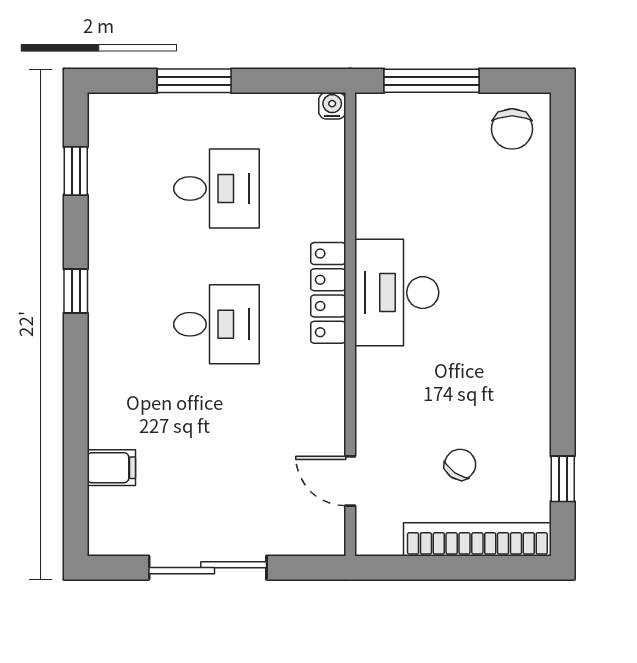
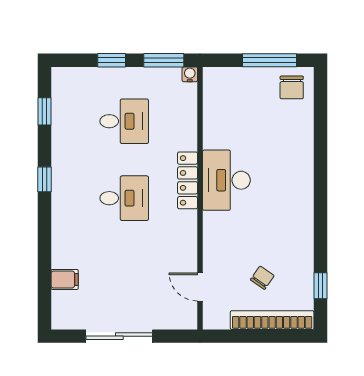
window: (194, 81) -> (112, 60), width x0.67
window: (286, 81) -> (164, 60), added
window: (432, 81) -> (269, 60), moved

